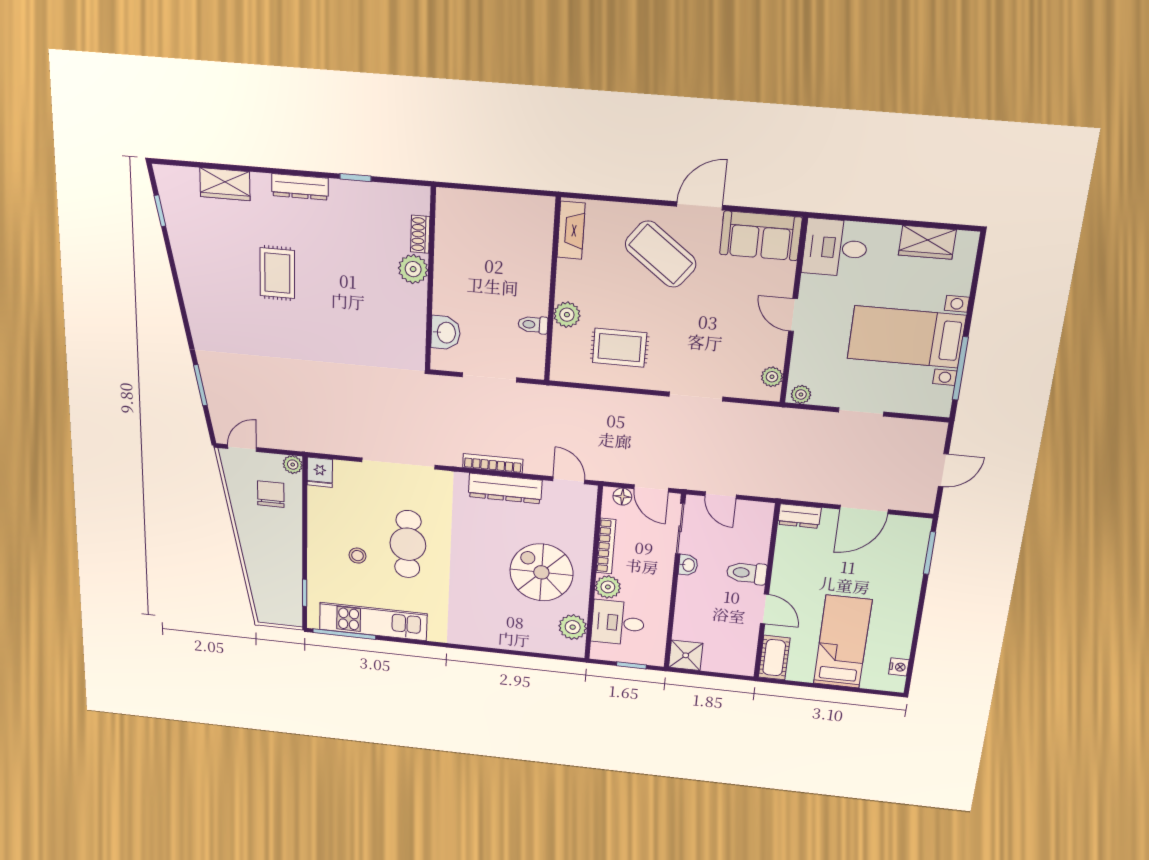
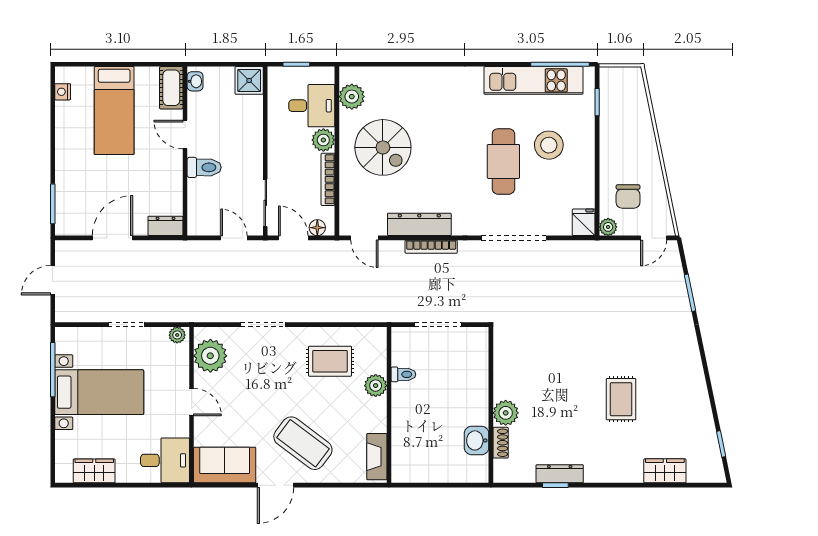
dresser: (300, 187) -> (560, 474), moved
washbasin: (446, 333) -> (477, 440), moved
plant: (772, 377) -> (210, 356), width x1.88, depth x1.88
stool: (358, 556) -> (549, 145), width x1.89, depth x1.89
washbasin: (688, 565) -> (195, 81), moved, turned 180

